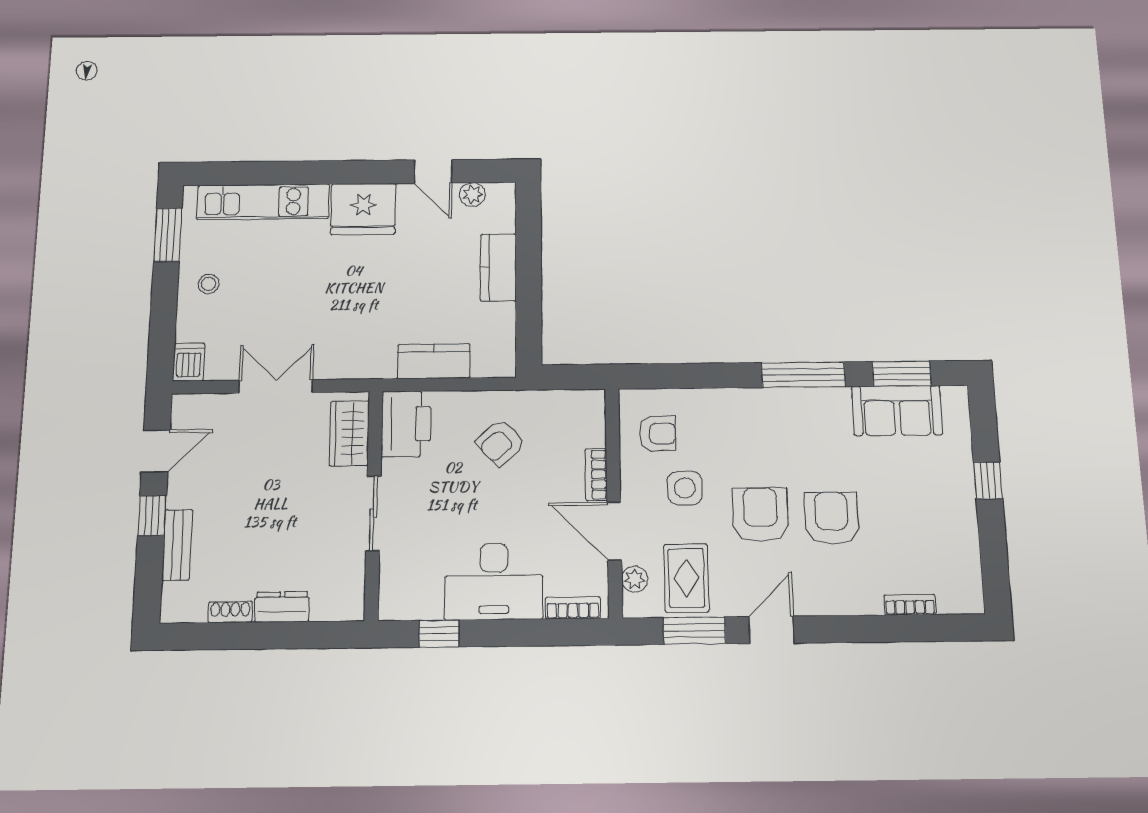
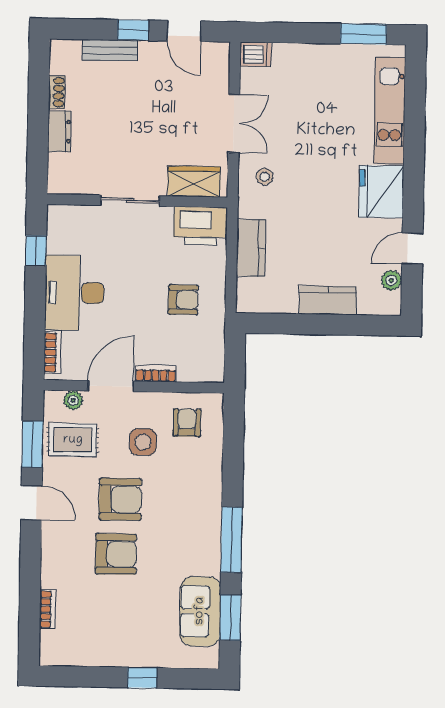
stool: (209, 284) -> (265, 177), moved
armchair: (658, 434) -> (187, 423), turned 180
armchair: (501, 443) -> (183, 300), turned 132

